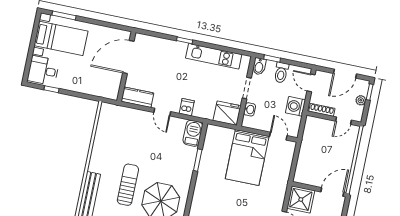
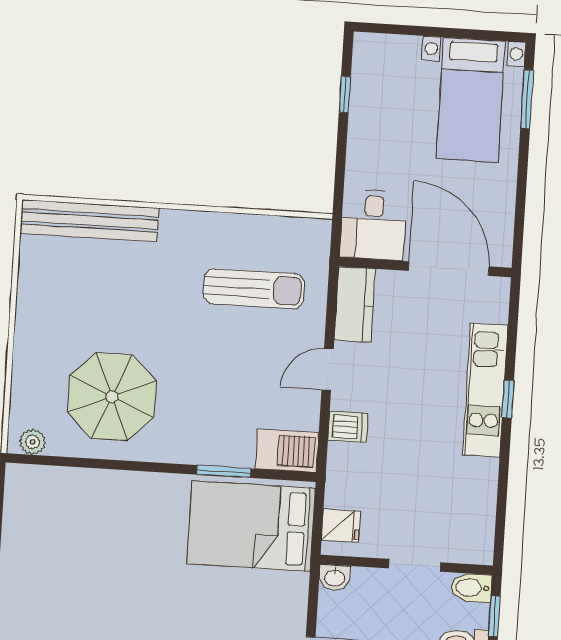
kitchen unit: (214, 56) -> (485, 390), moved
desk: (43, 71) -> (373, 225), moved, turned 180
washbasin: (250, 109) -> (335, 578), moved
fridge: (227, 113) -> (341, 526), width x0.53, depth x0.75
bed: (247, 157) -> (251, 526), moved
sun lounger: (128, 185) -> (254, 289), moved

